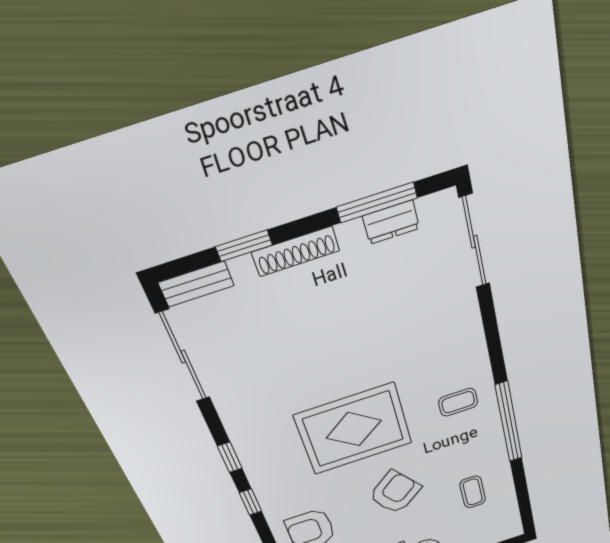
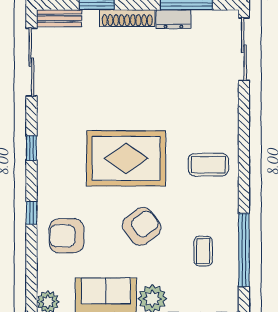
dresser: (391, 222) -> (173, 19), moved
coffee table: (458, 402) -> (208, 165), width x1.36, depth x1.30
window: (509, 422) -> (244, 250), moved
window: (251, 502) -> (31, 213), moved

